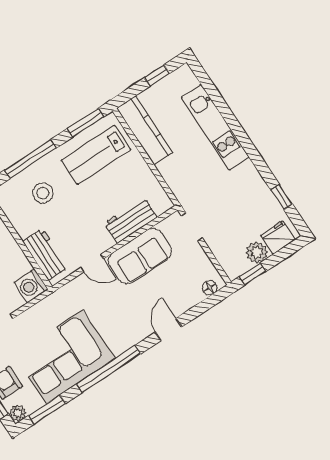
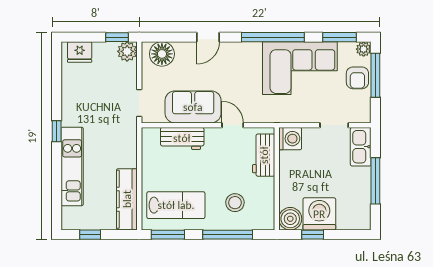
window: (282, 197) -> (57, 131), moved
plant: (257, 252) -> (127, 51), moved
floor lamp: (210, 288) -> (162, 54), width x1.89, depth x1.89

